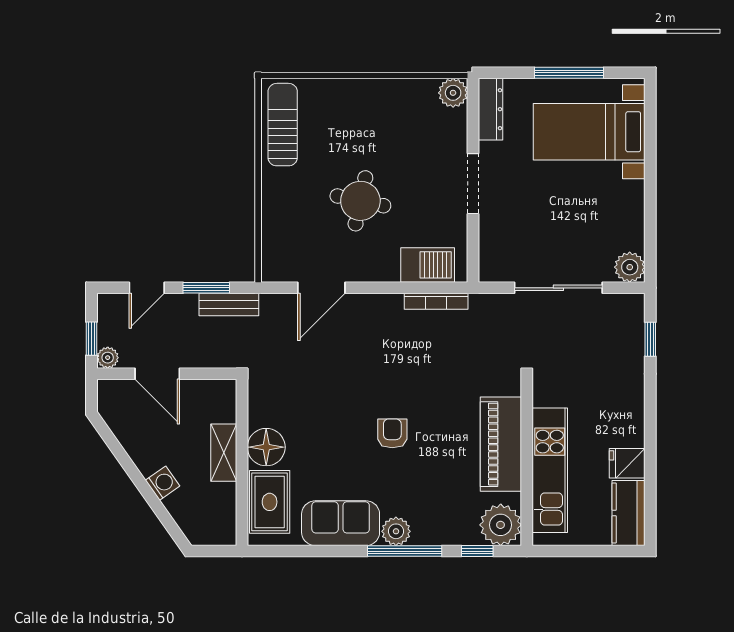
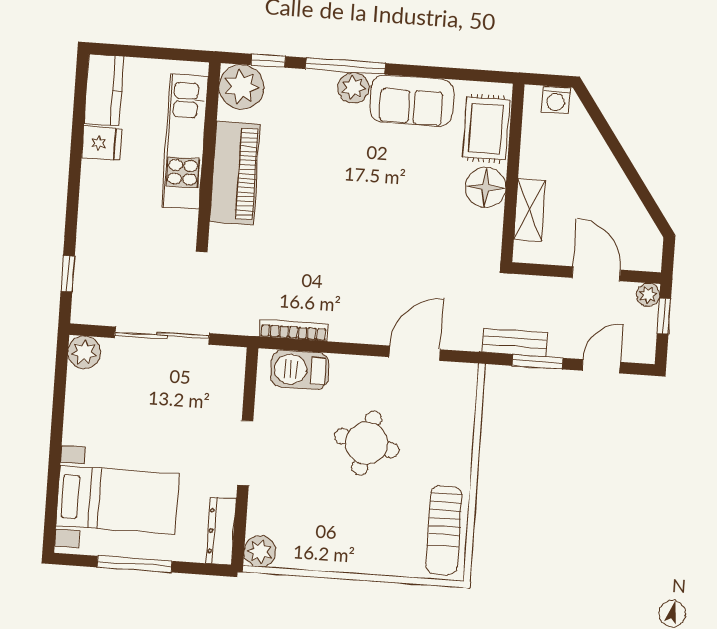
armchair: (392, 433) -> (350, 193), removed
shelving: (224, 453) -> (530, 210), moved
washing machine: (163, 483) -> (556, 100), moved, turned -55

